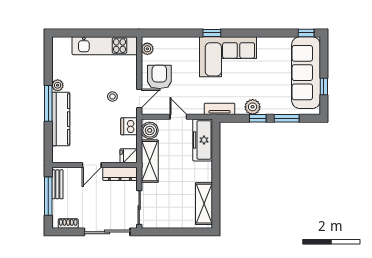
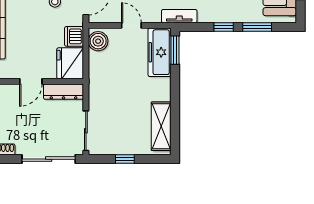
plant: (253, 107) -> (218, 14), removed
window: (216, 138) -> (175, 50), added
fridge: (129, 156) -> (70, 63), width x1.88, depth x1.34
shelving: (150, 161) -> (98, 77), removed
window: (173, 232) -> (125, 159), added

